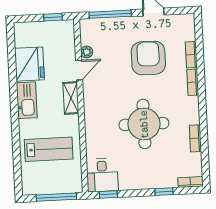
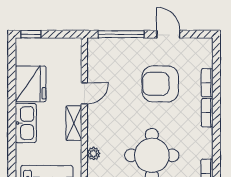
window: (53, 17) -> (31, 34), moved
plant: (87, 52) -> (94, 154), moved
armchair: (148, 58) -> (160, 84), turned -90

